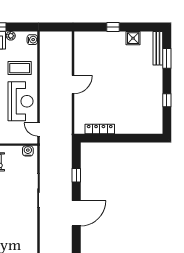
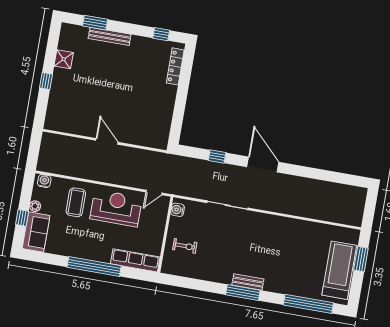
bench: (158, 48) -> (110, 36), moved
window: (167, 100) -> (161, 34), moved
locker: (100, 129) -> (175, 66), moved

